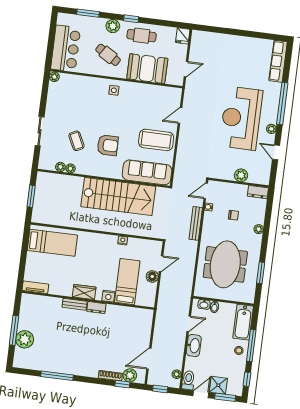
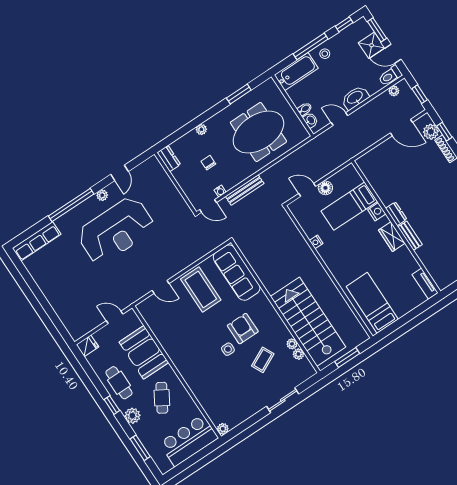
side table: (114, 90) -> (228, 349), moved
plant: (241, 175) -> (167, 187), removed
stairs: (118, 196) -> (308, 322), moved

